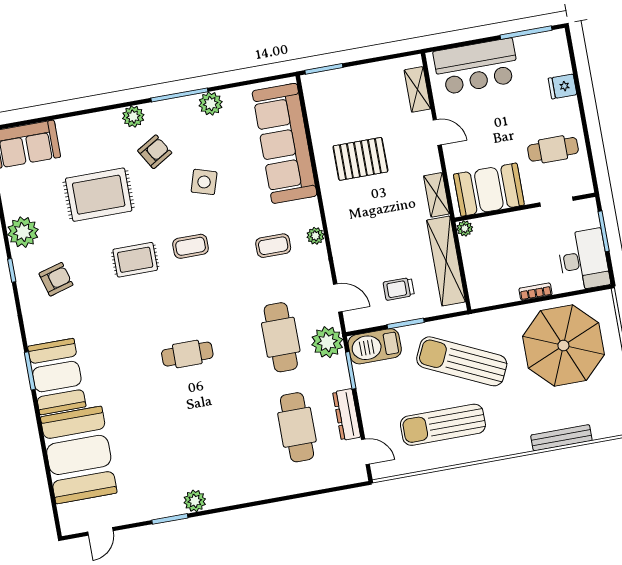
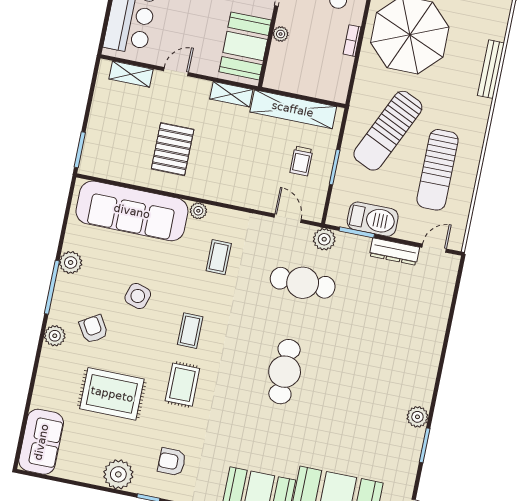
rug: (99, 195) -> (112, 394), turned 90
plant: (465, 228) -> (281, 34), moved
plant: (315, 236) -> (198, 211), moved
armchair: (56, 279) -> (172, 462), turned -74
door: (338, 298) -> (288, 218), hinge flipped
plant: (327, 342) -> (324, 239), width x0.73, depth x0.73
barbecue: (375, 346) -> (373, 219), moved, turned -90
cafe table: (187, 354) -> (285, 372), width x1.37, depth x1.35
cafe table: (297, 427) -> (388, 300), removed

